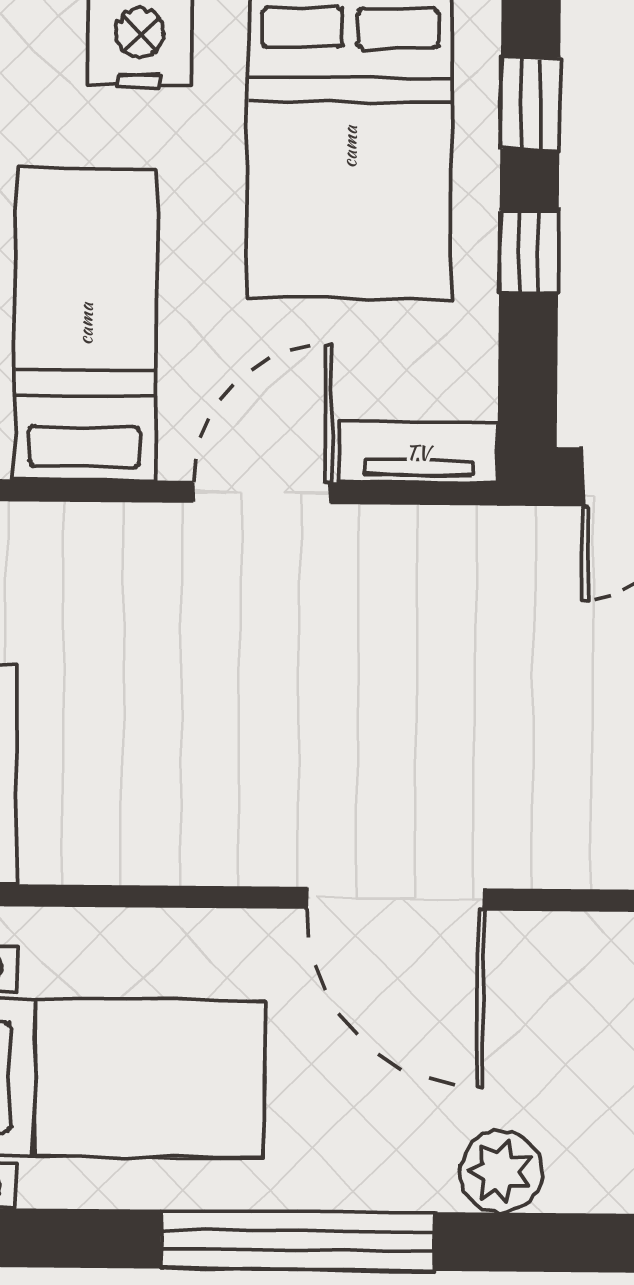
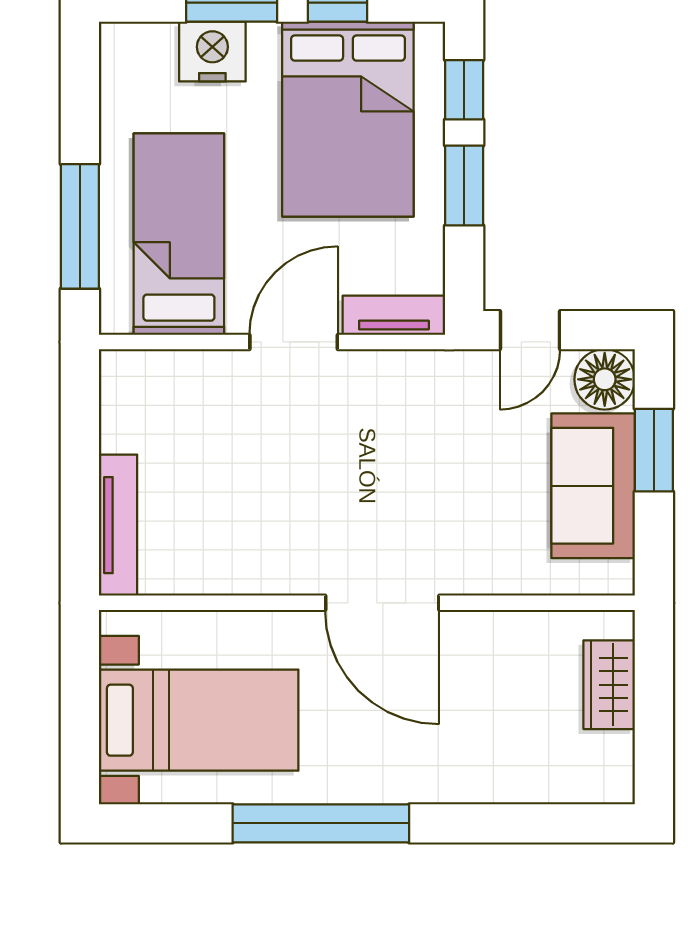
window: (529, 252) -> (464, 186), width x1.50
plant: (501, 1171) -> (451, 778), removed

